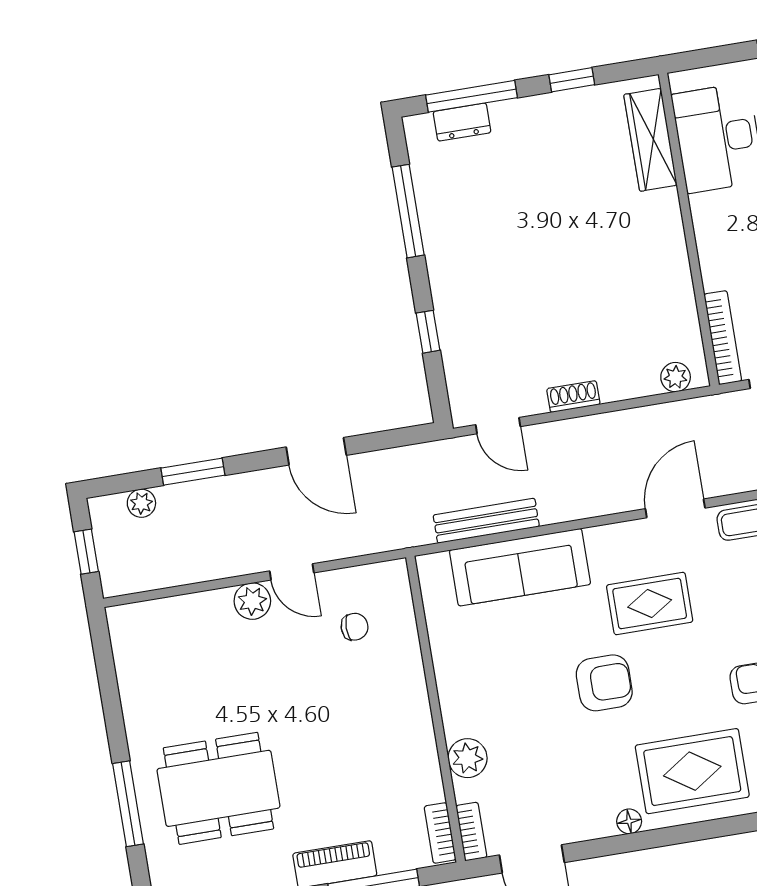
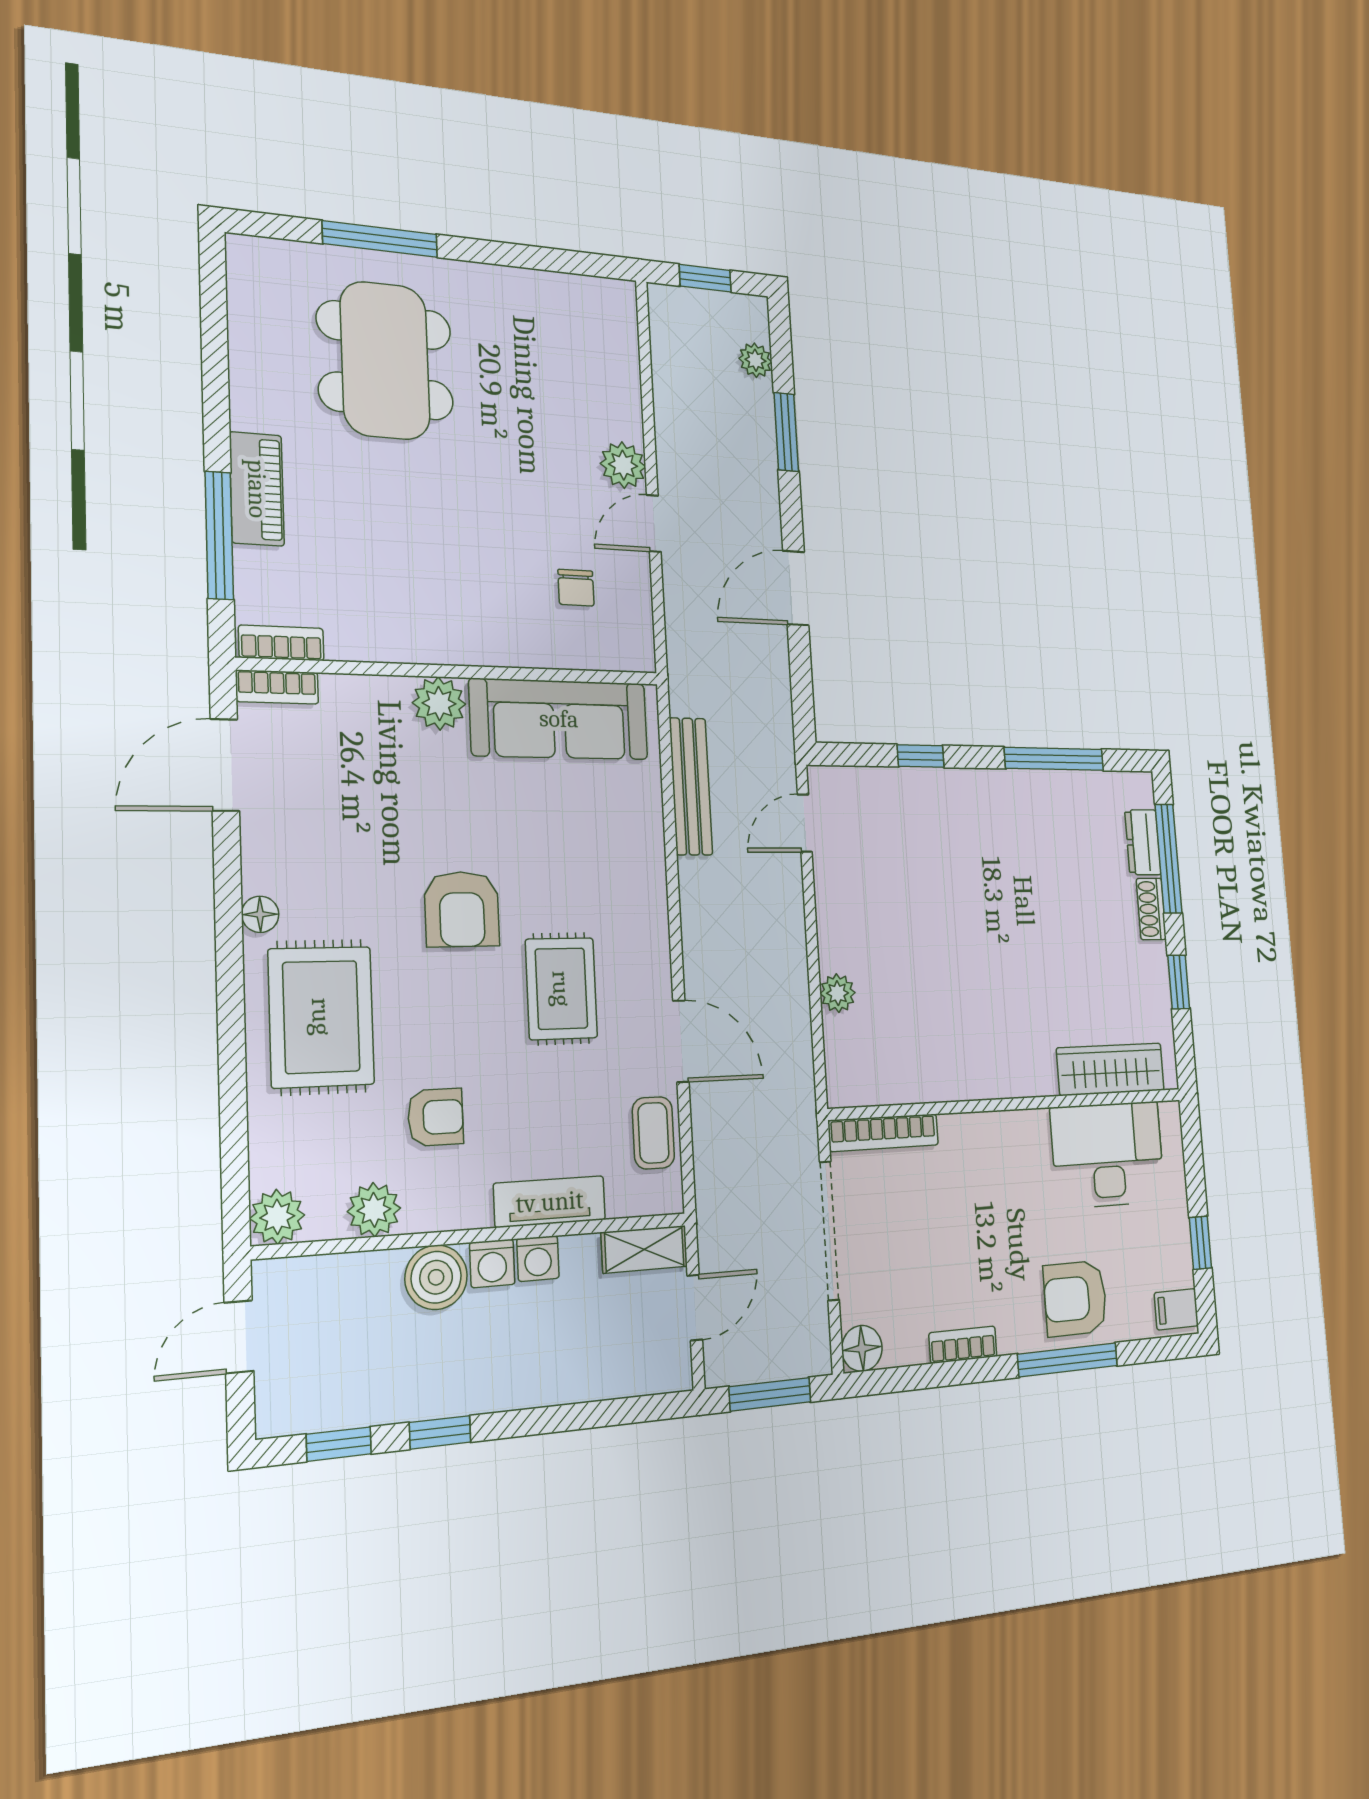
plant: (676, 377) -> (838, 993), moved
shoe rack: (573, 397) -> (1151, 909), moved, turned 180
sofa: (520, 567) -> (559, 719), moved, turned -90
plant: (468, 758) -> (439, 703), moved

